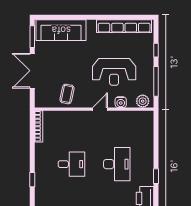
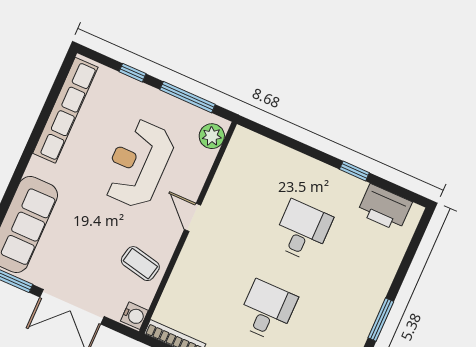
reception desk: (114, 72) -> (138, 164), turned 180
water cooler: (121, 102) -> (134, 316), moved
desk: (117, 164) -> (302, 231), width x0.73

